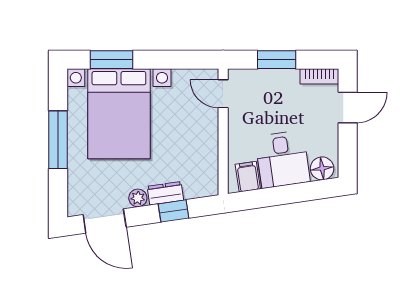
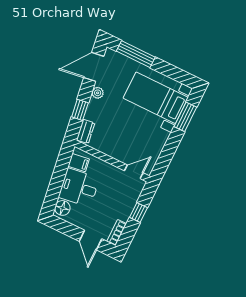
window: (277, 60) -> (138, 213), width x0.67
bed with nightstands: (119, 114) -> (156, 98), width x0.73
window: (58, 140) -> (136, 54), moved
dresser: (165, 193) -> (86, 131), moved

